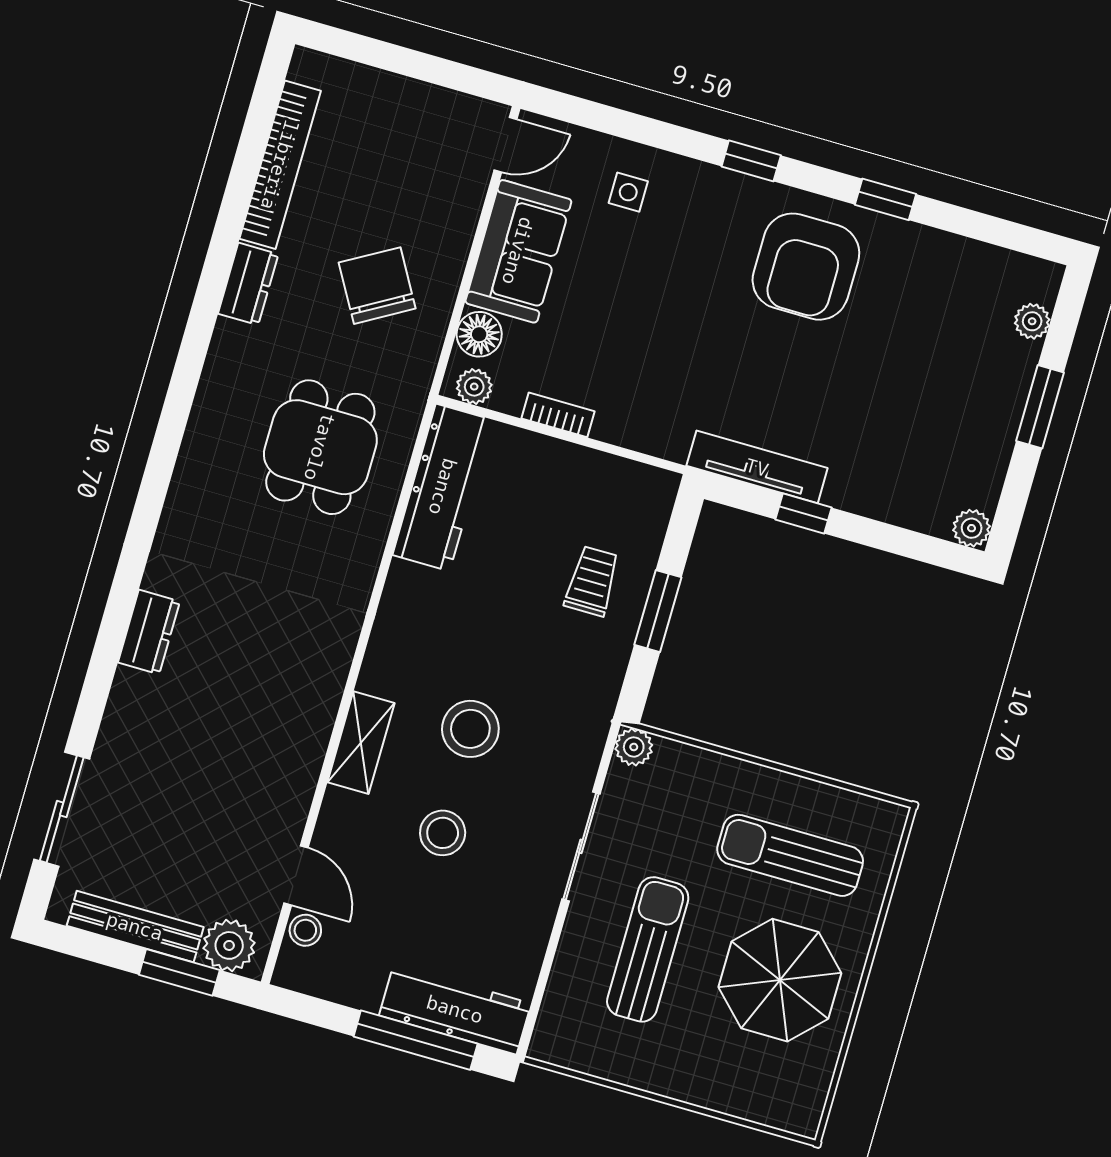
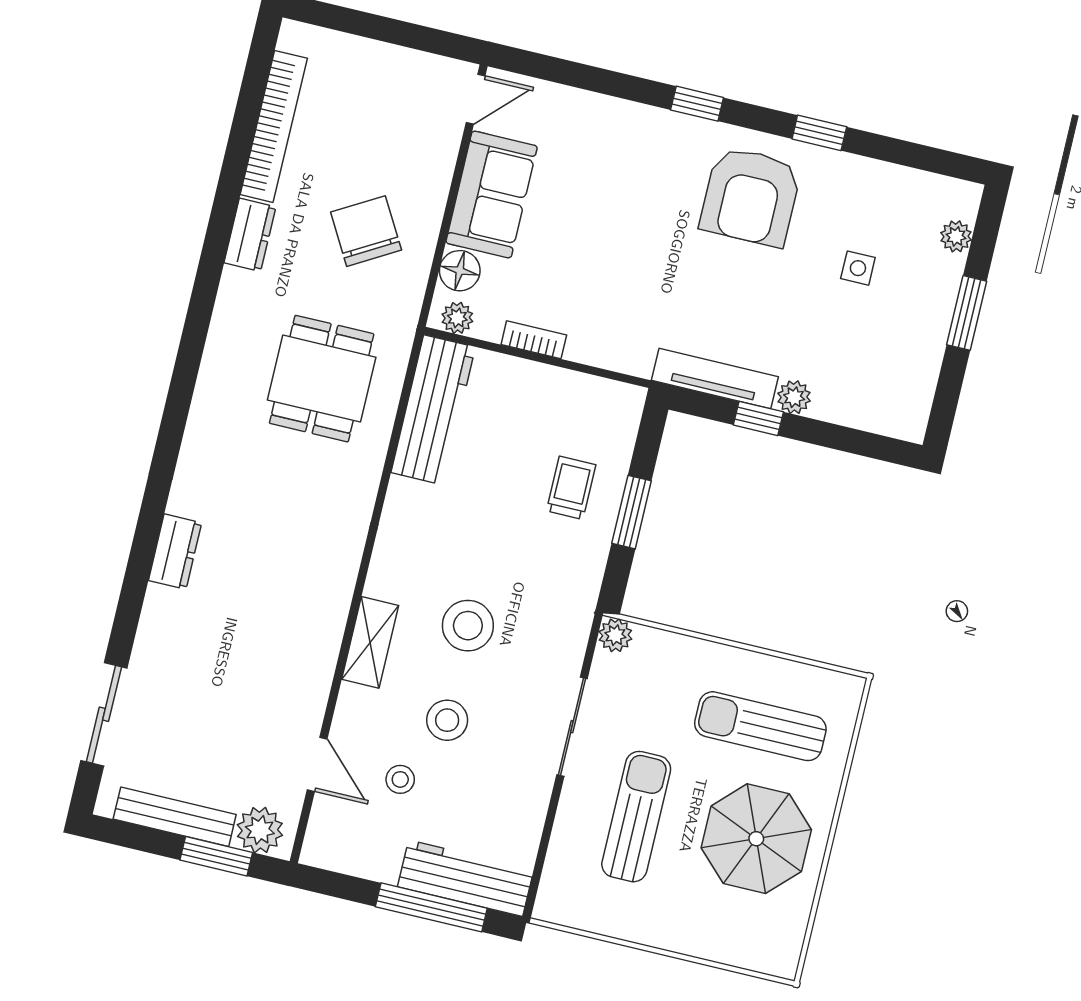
side table: (628, 192) -> (858, 268), moved
plant: (972, 528) -> (794, 397), moved
stool: (305, 930) -> (400, 779), moved

